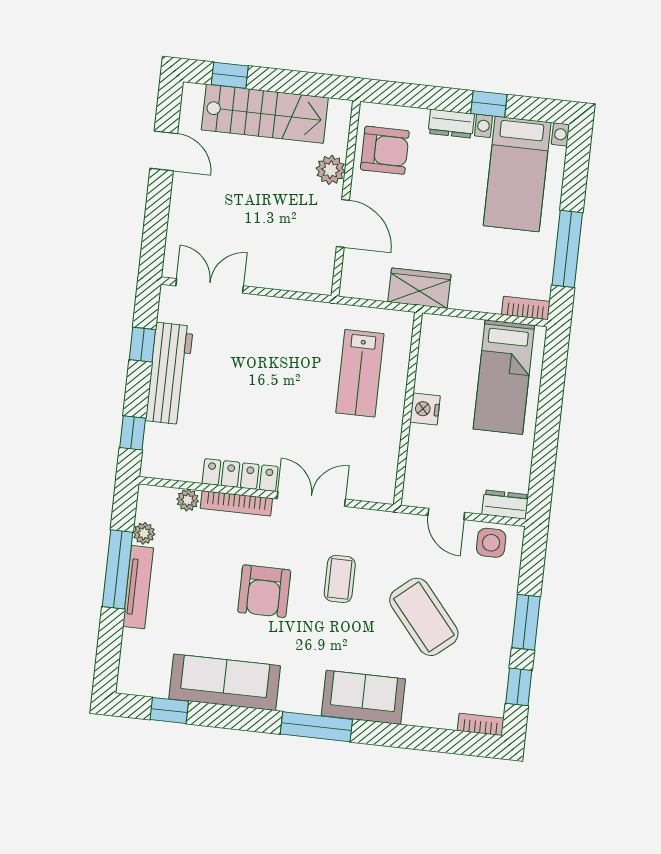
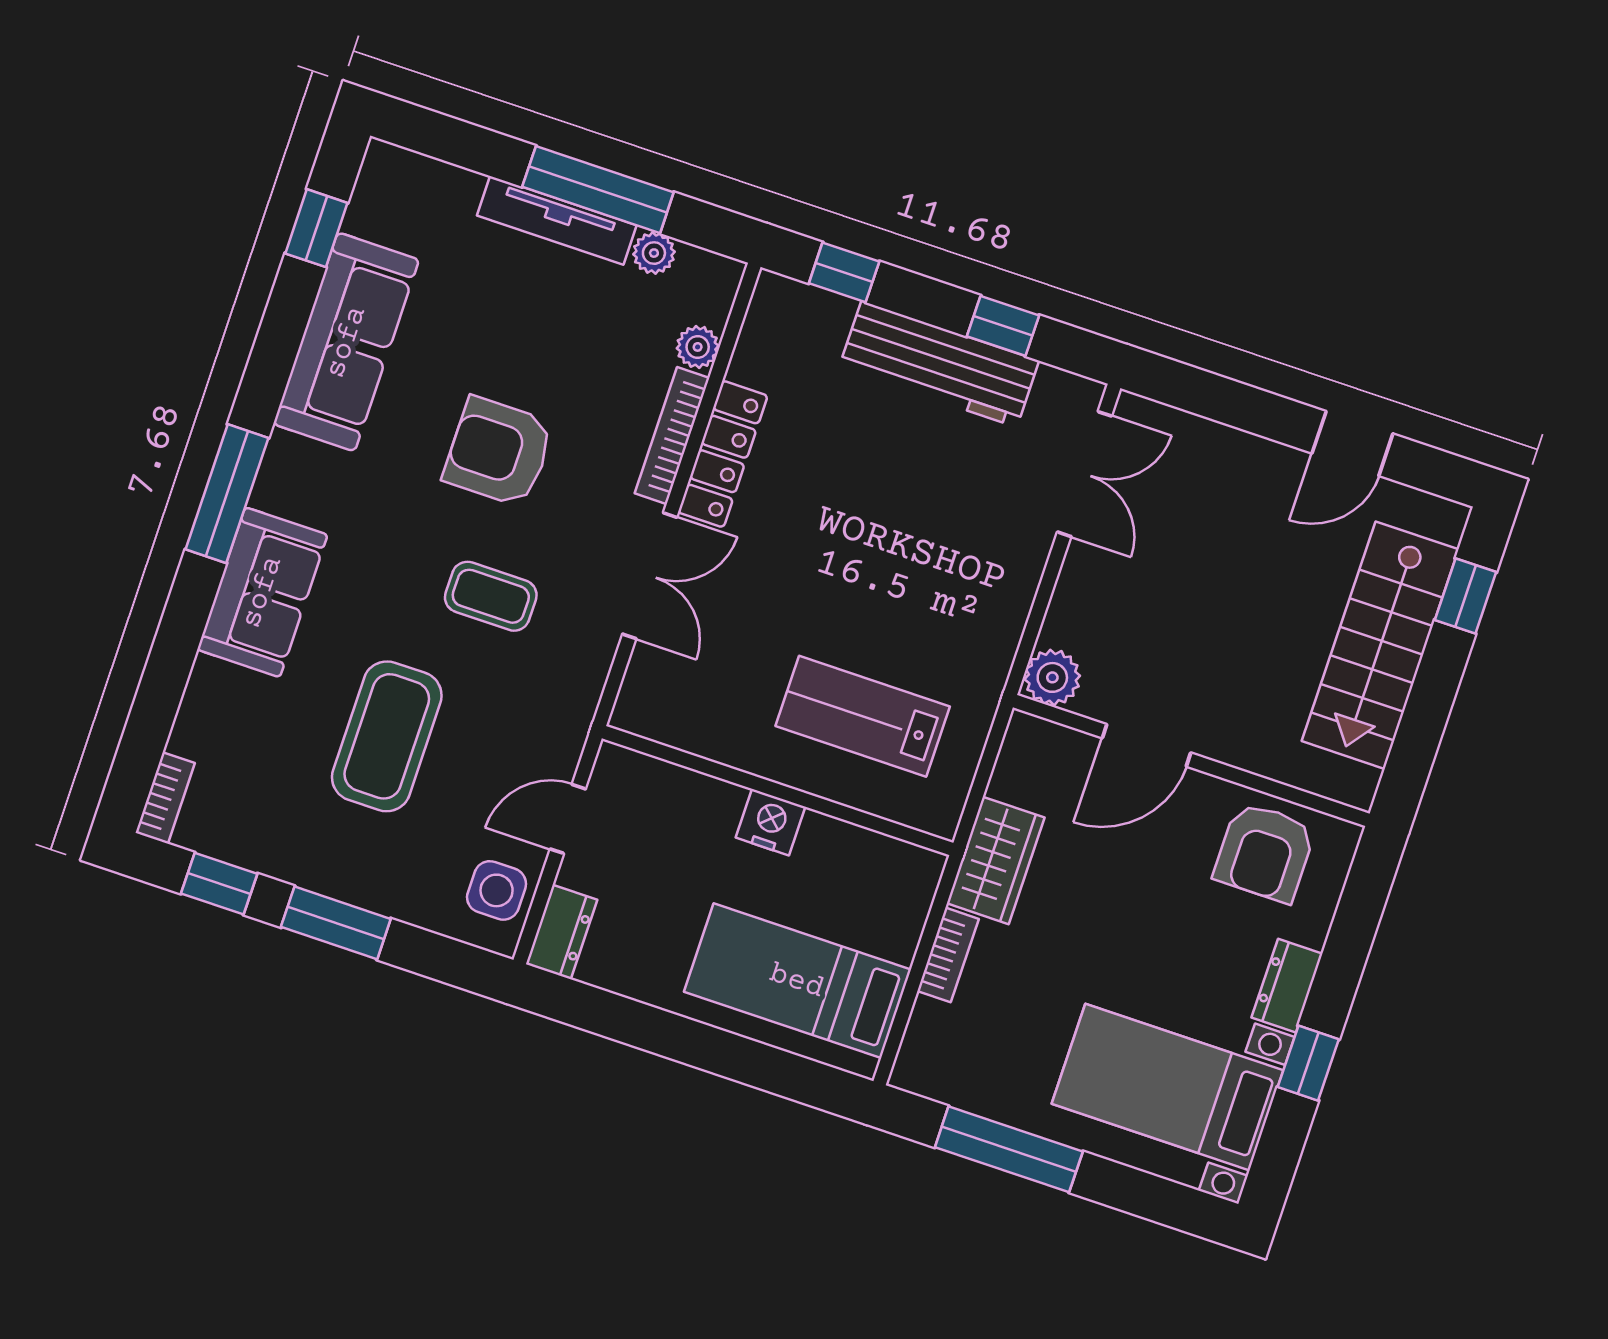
plant: (331, 170) -> (1052, 677), moved
bookcase: (526, 308) -> (948, 955), moved
coffee table: (424, 617) -> (387, 736), turned -50

